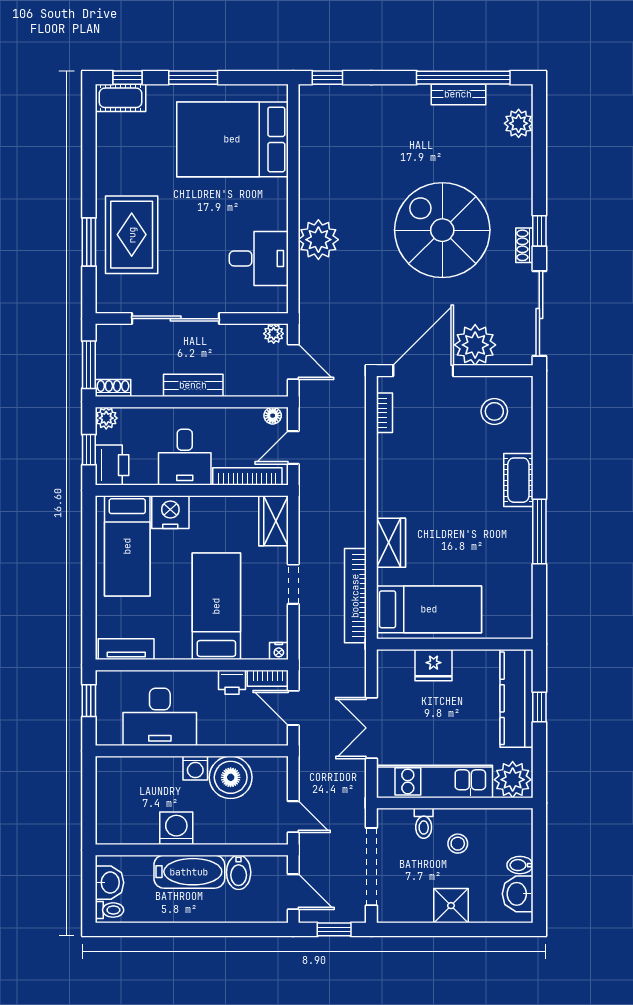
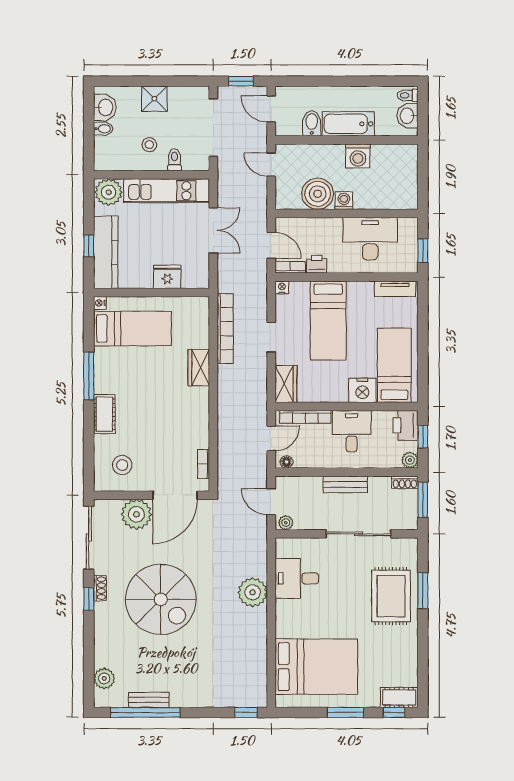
bed: (429, 609) -> (132, 329), moved, turned 180
nightstand: (524, 630) -> (100, 303), added

